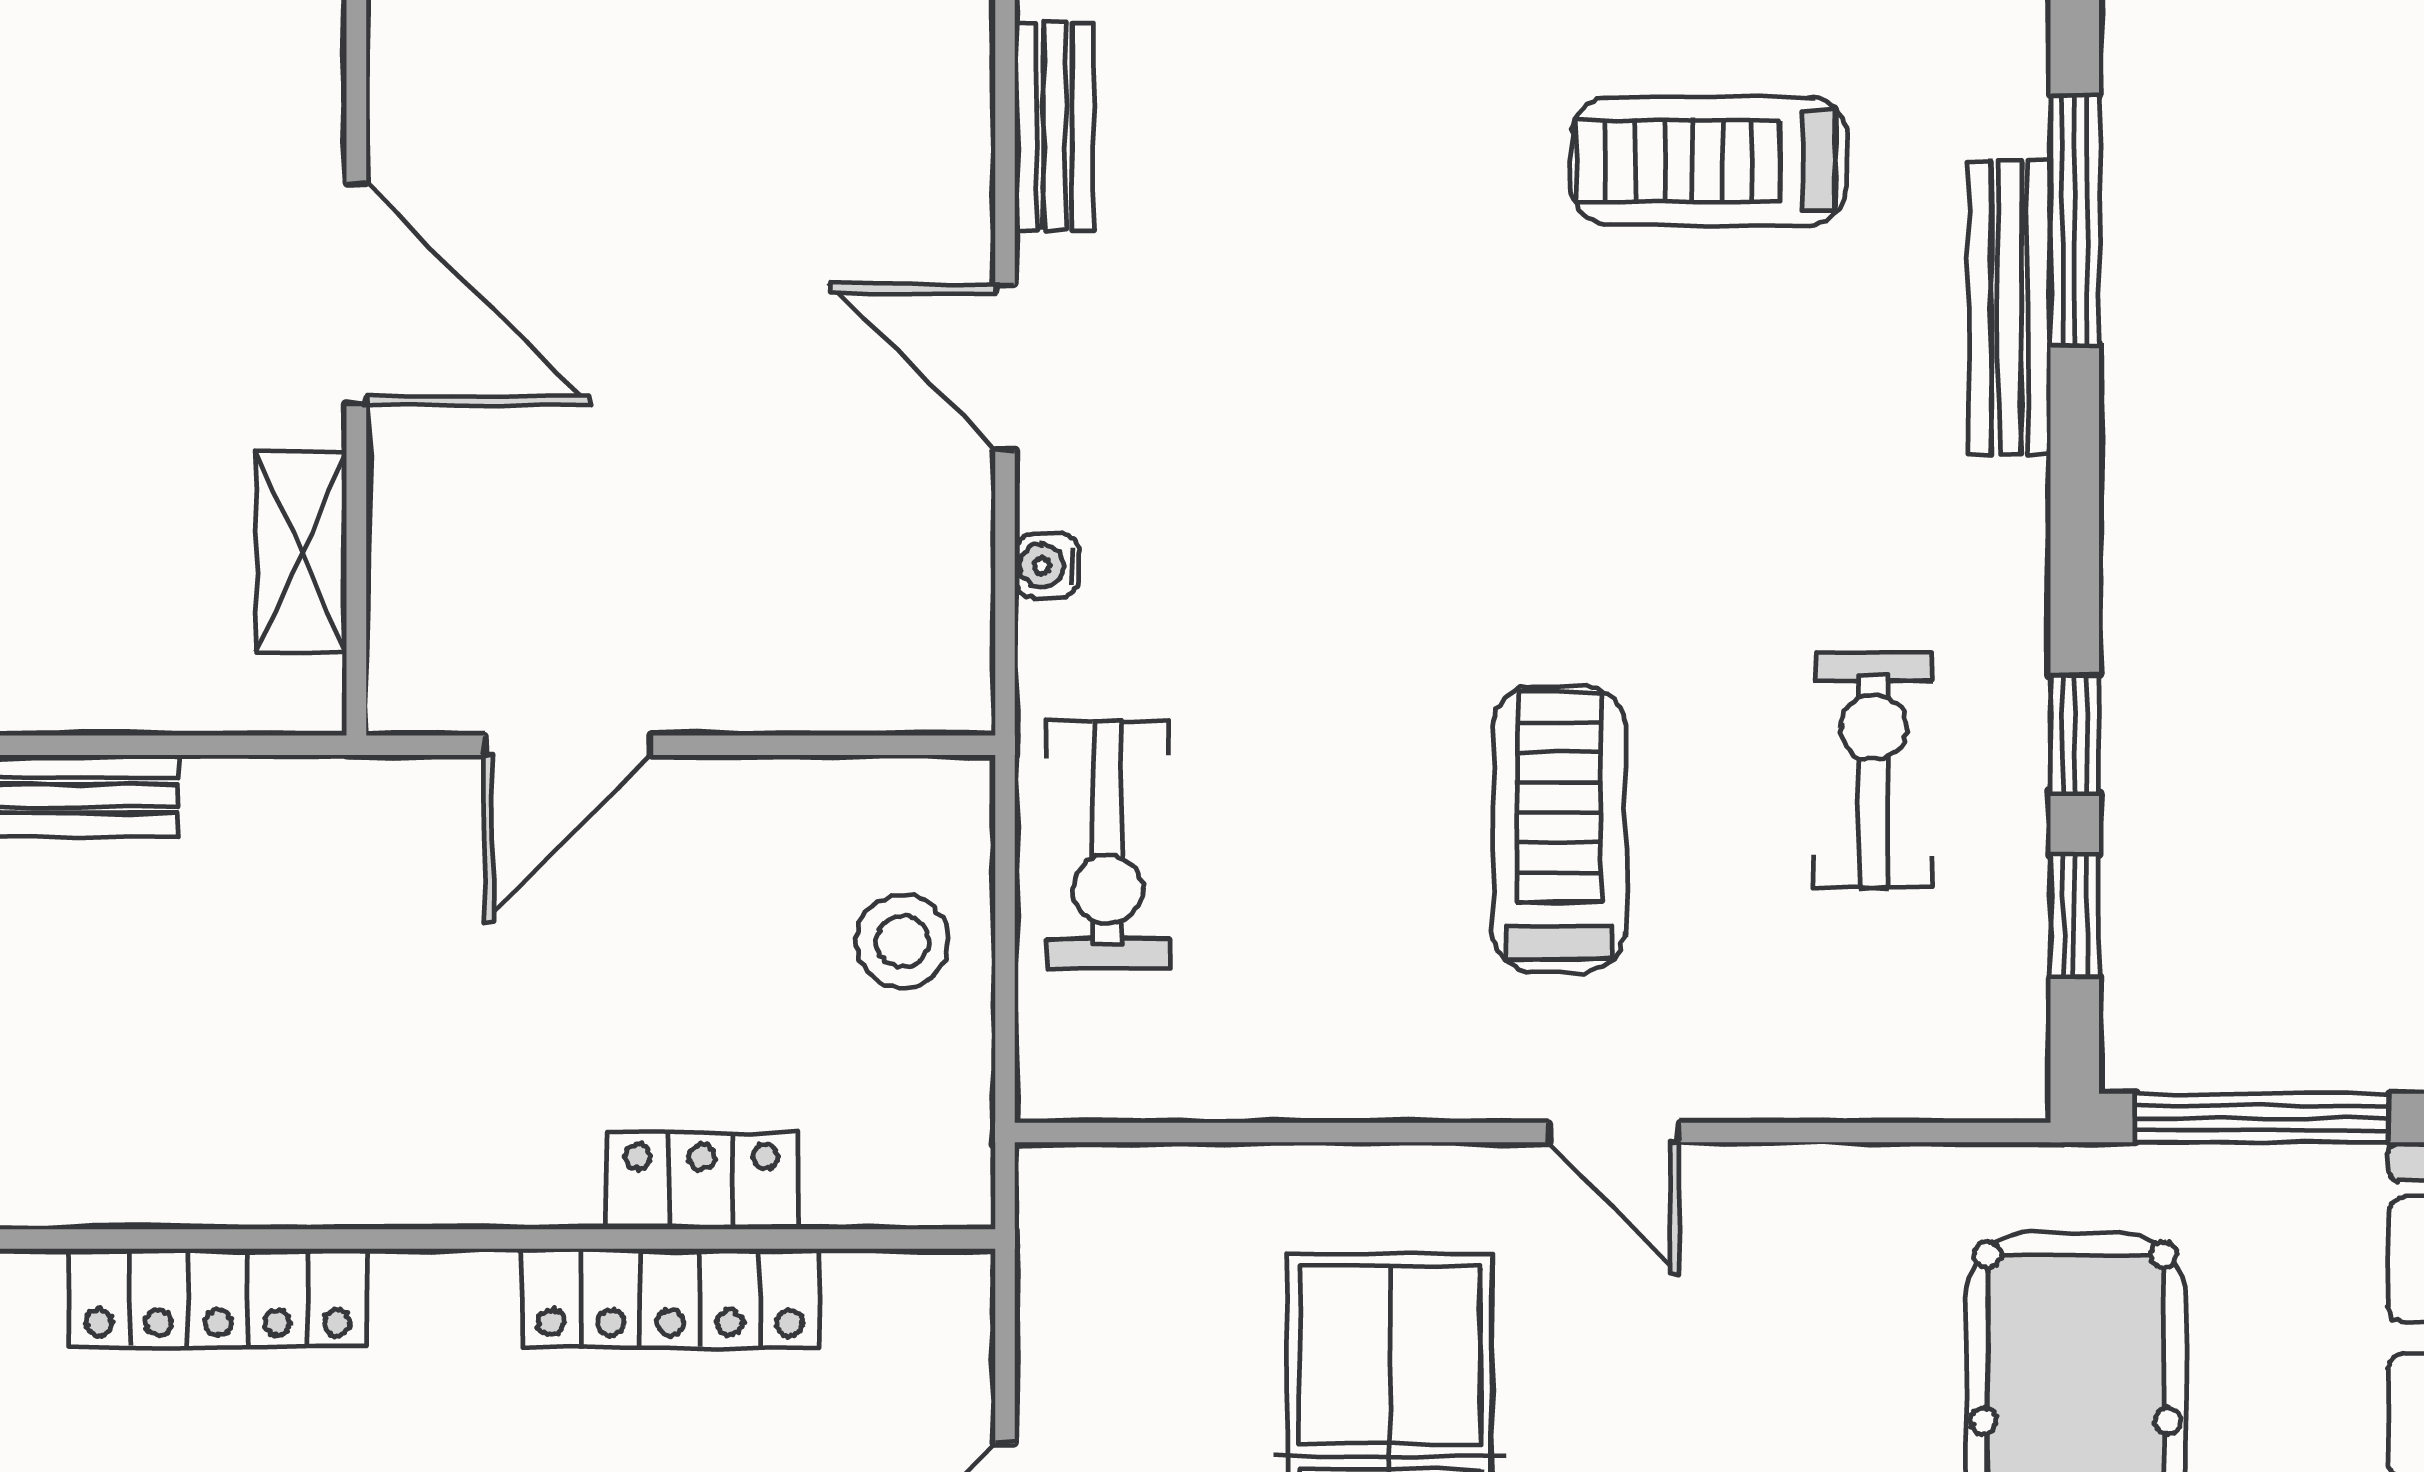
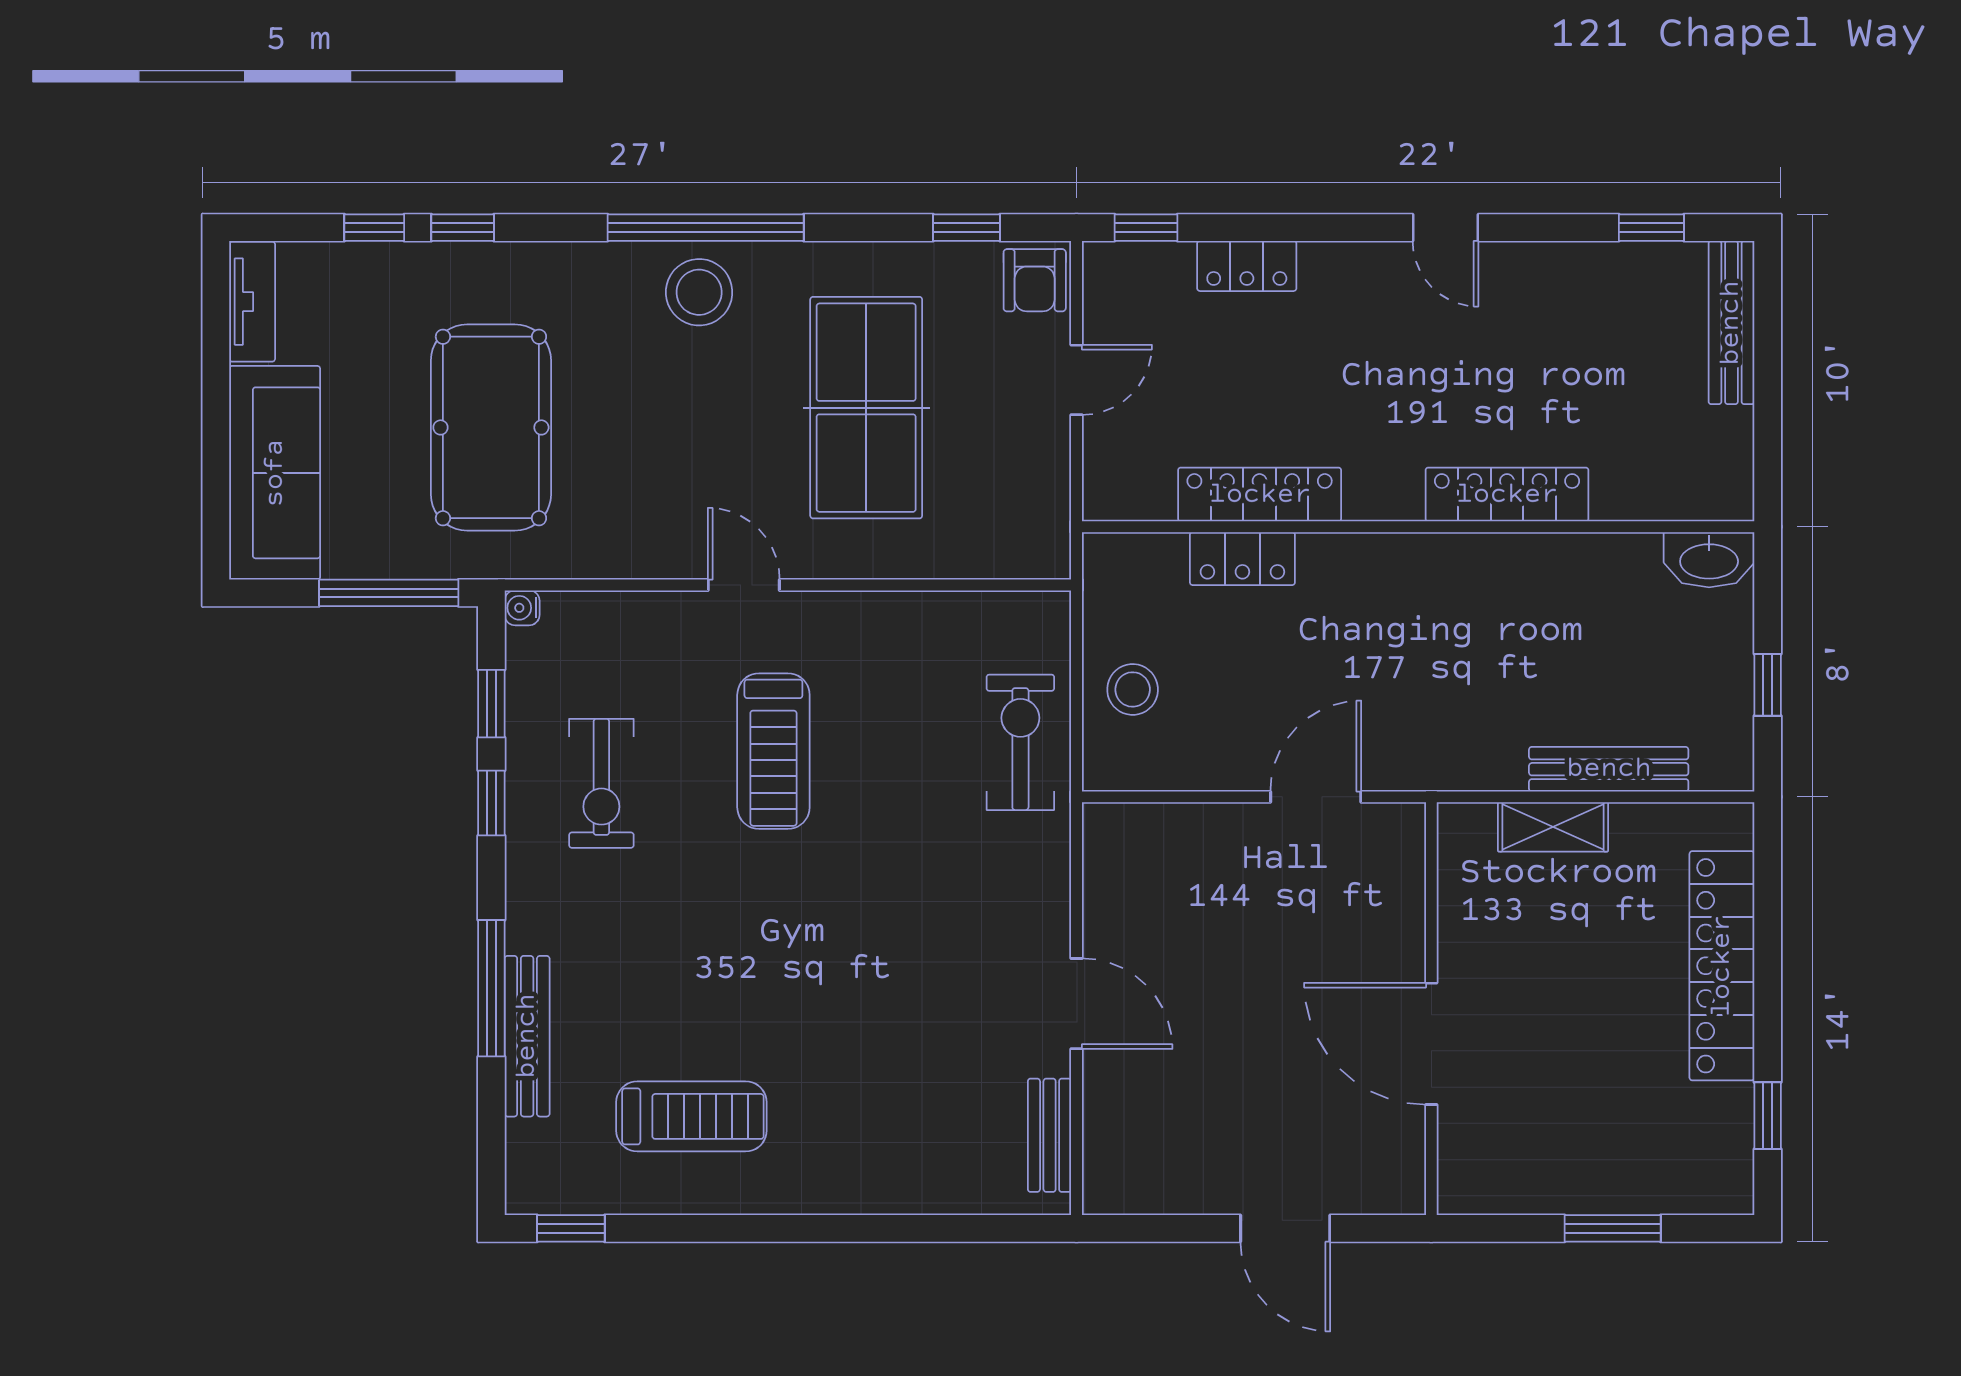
window: (2075, 220) -> (491, 988), moved
shelving: (301, 552) -> (1553, 827), moved, turned 90
water cooler: (1047, 566) -> (522, 608), moved, turned 180

